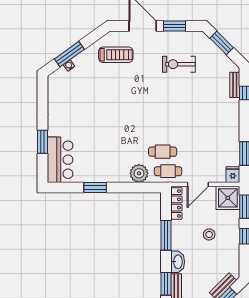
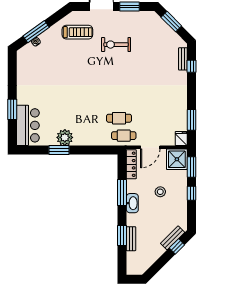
exercise bike: (179, 64) -> (116, 45), moved
plant: (139, 173) -> (65, 137), moved
washbasin: (178, 262) -> (132, 203), moved

